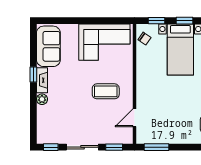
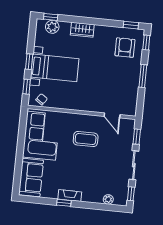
sofa: (48, 46) -> (31, 177), moved, turned 90
coffee table: (106, 91) -> (86, 139), turned 90
plant: (42, 99) -> (108, 199), moved
window: (157, 147) -> (143, 76), moved

